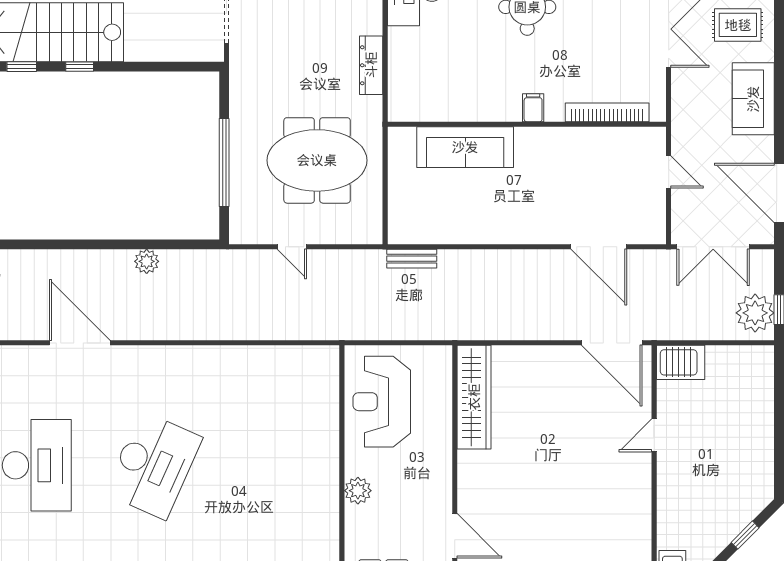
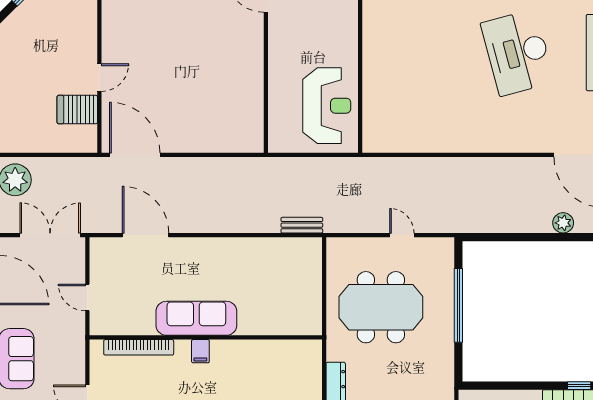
sofa: (465, 147) -> (196, 318), moved
plant: (147, 261) -> (563, 223), moved
server rack: (681, 362) -> (77, 110), moved
wardrobe: (474, 397) -> (250, 109), removed
desk: (153, 465) -> (518, 53), turned -39
plant: (358, 491) -> (347, 31), removed

